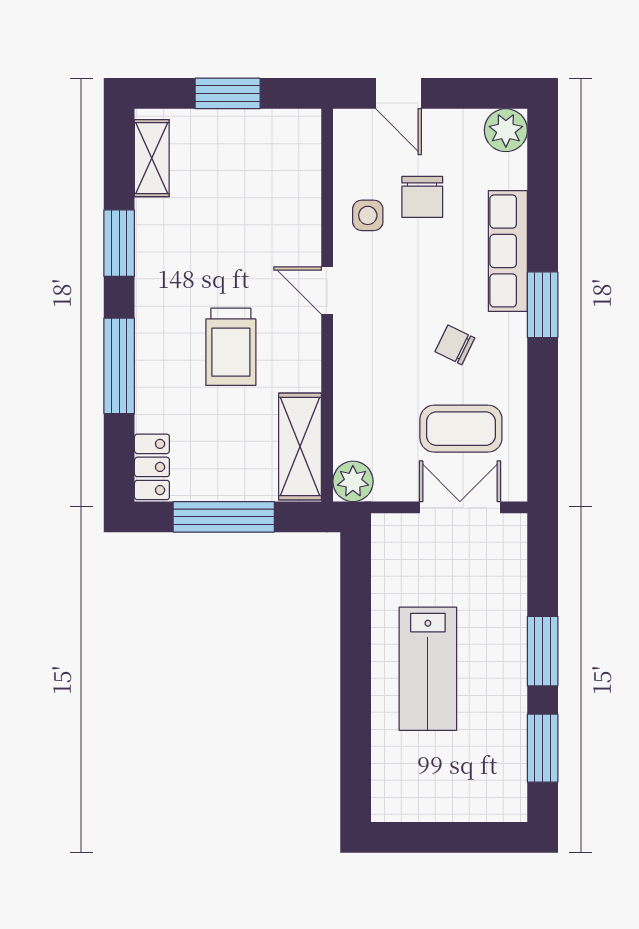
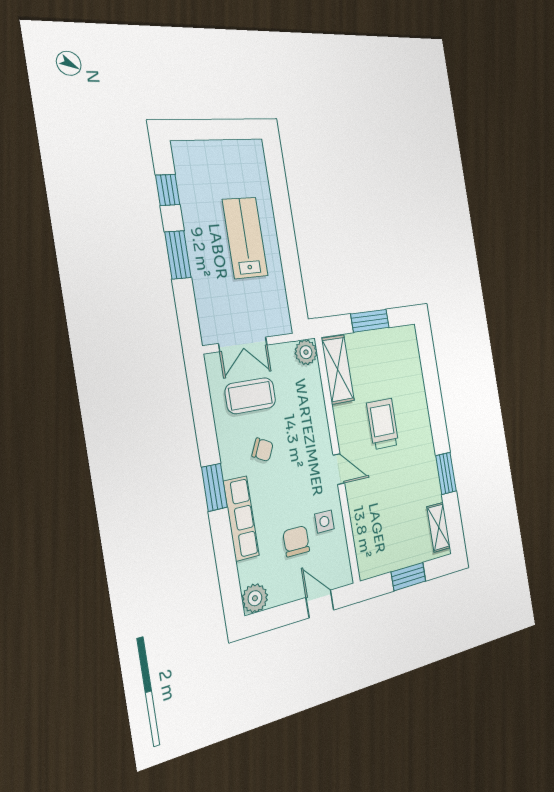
window: (119, 366) -> (435, 402), removed
locker: (152, 467) -> (410, 345), removed
window: (224, 517) -> (370, 321), width x0.69
window: (543, 748) -> (168, 190), width x0.67

